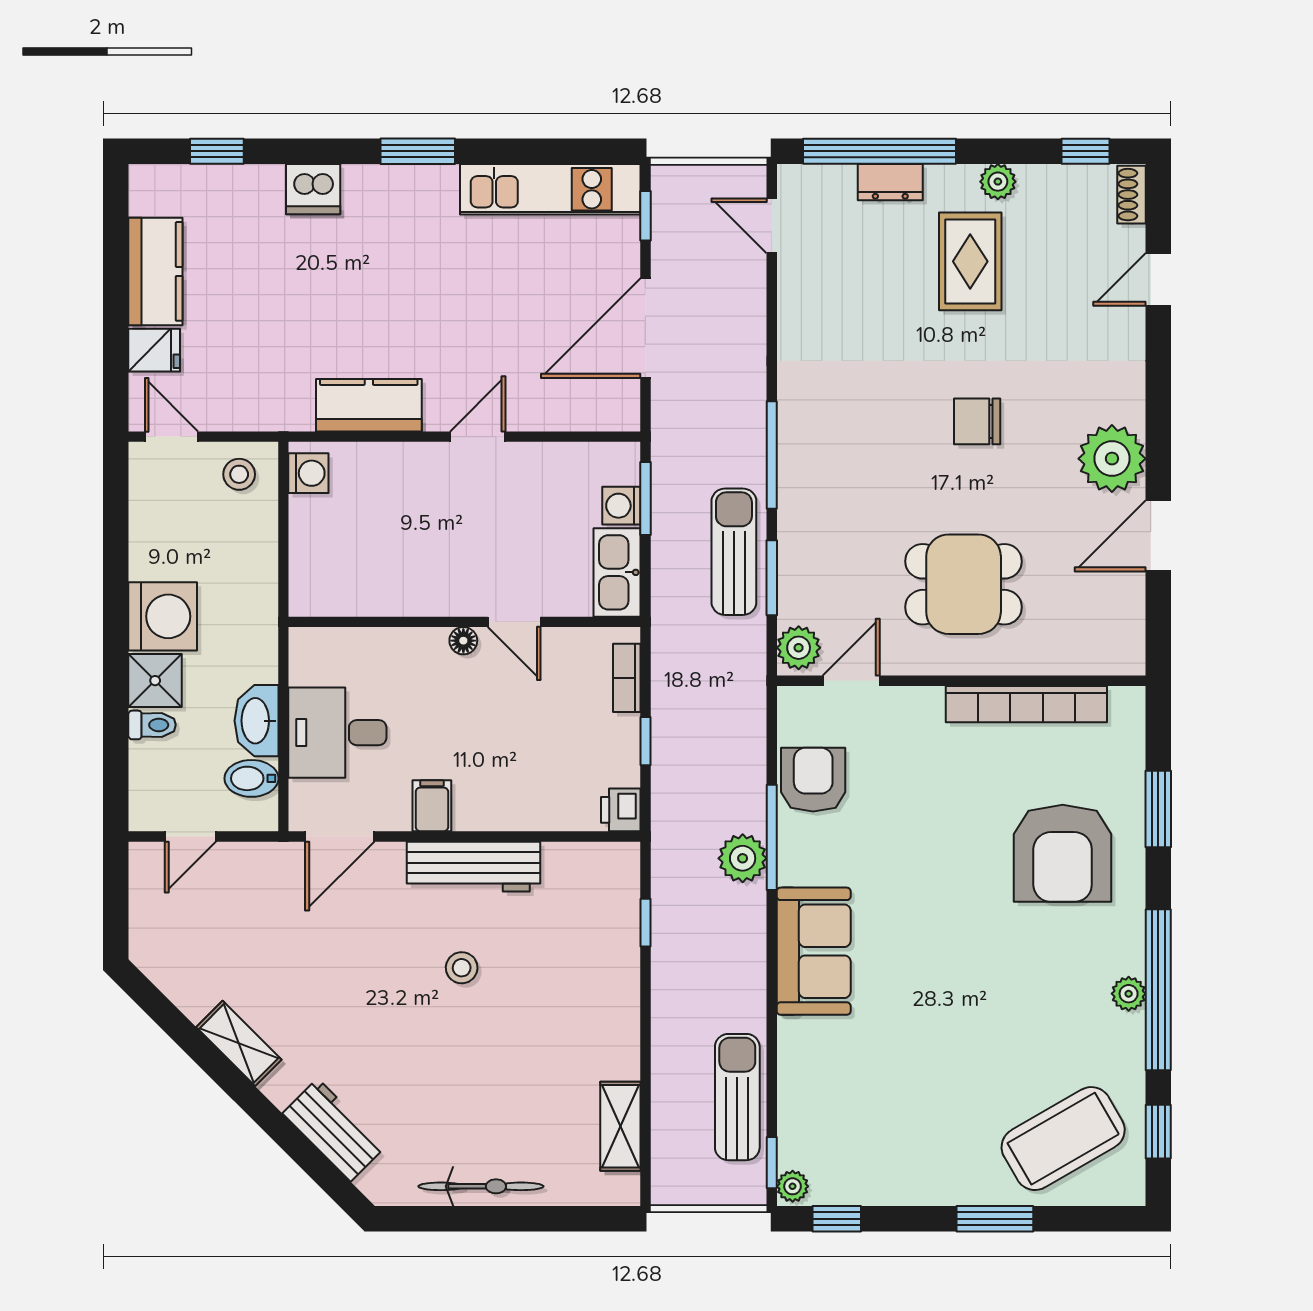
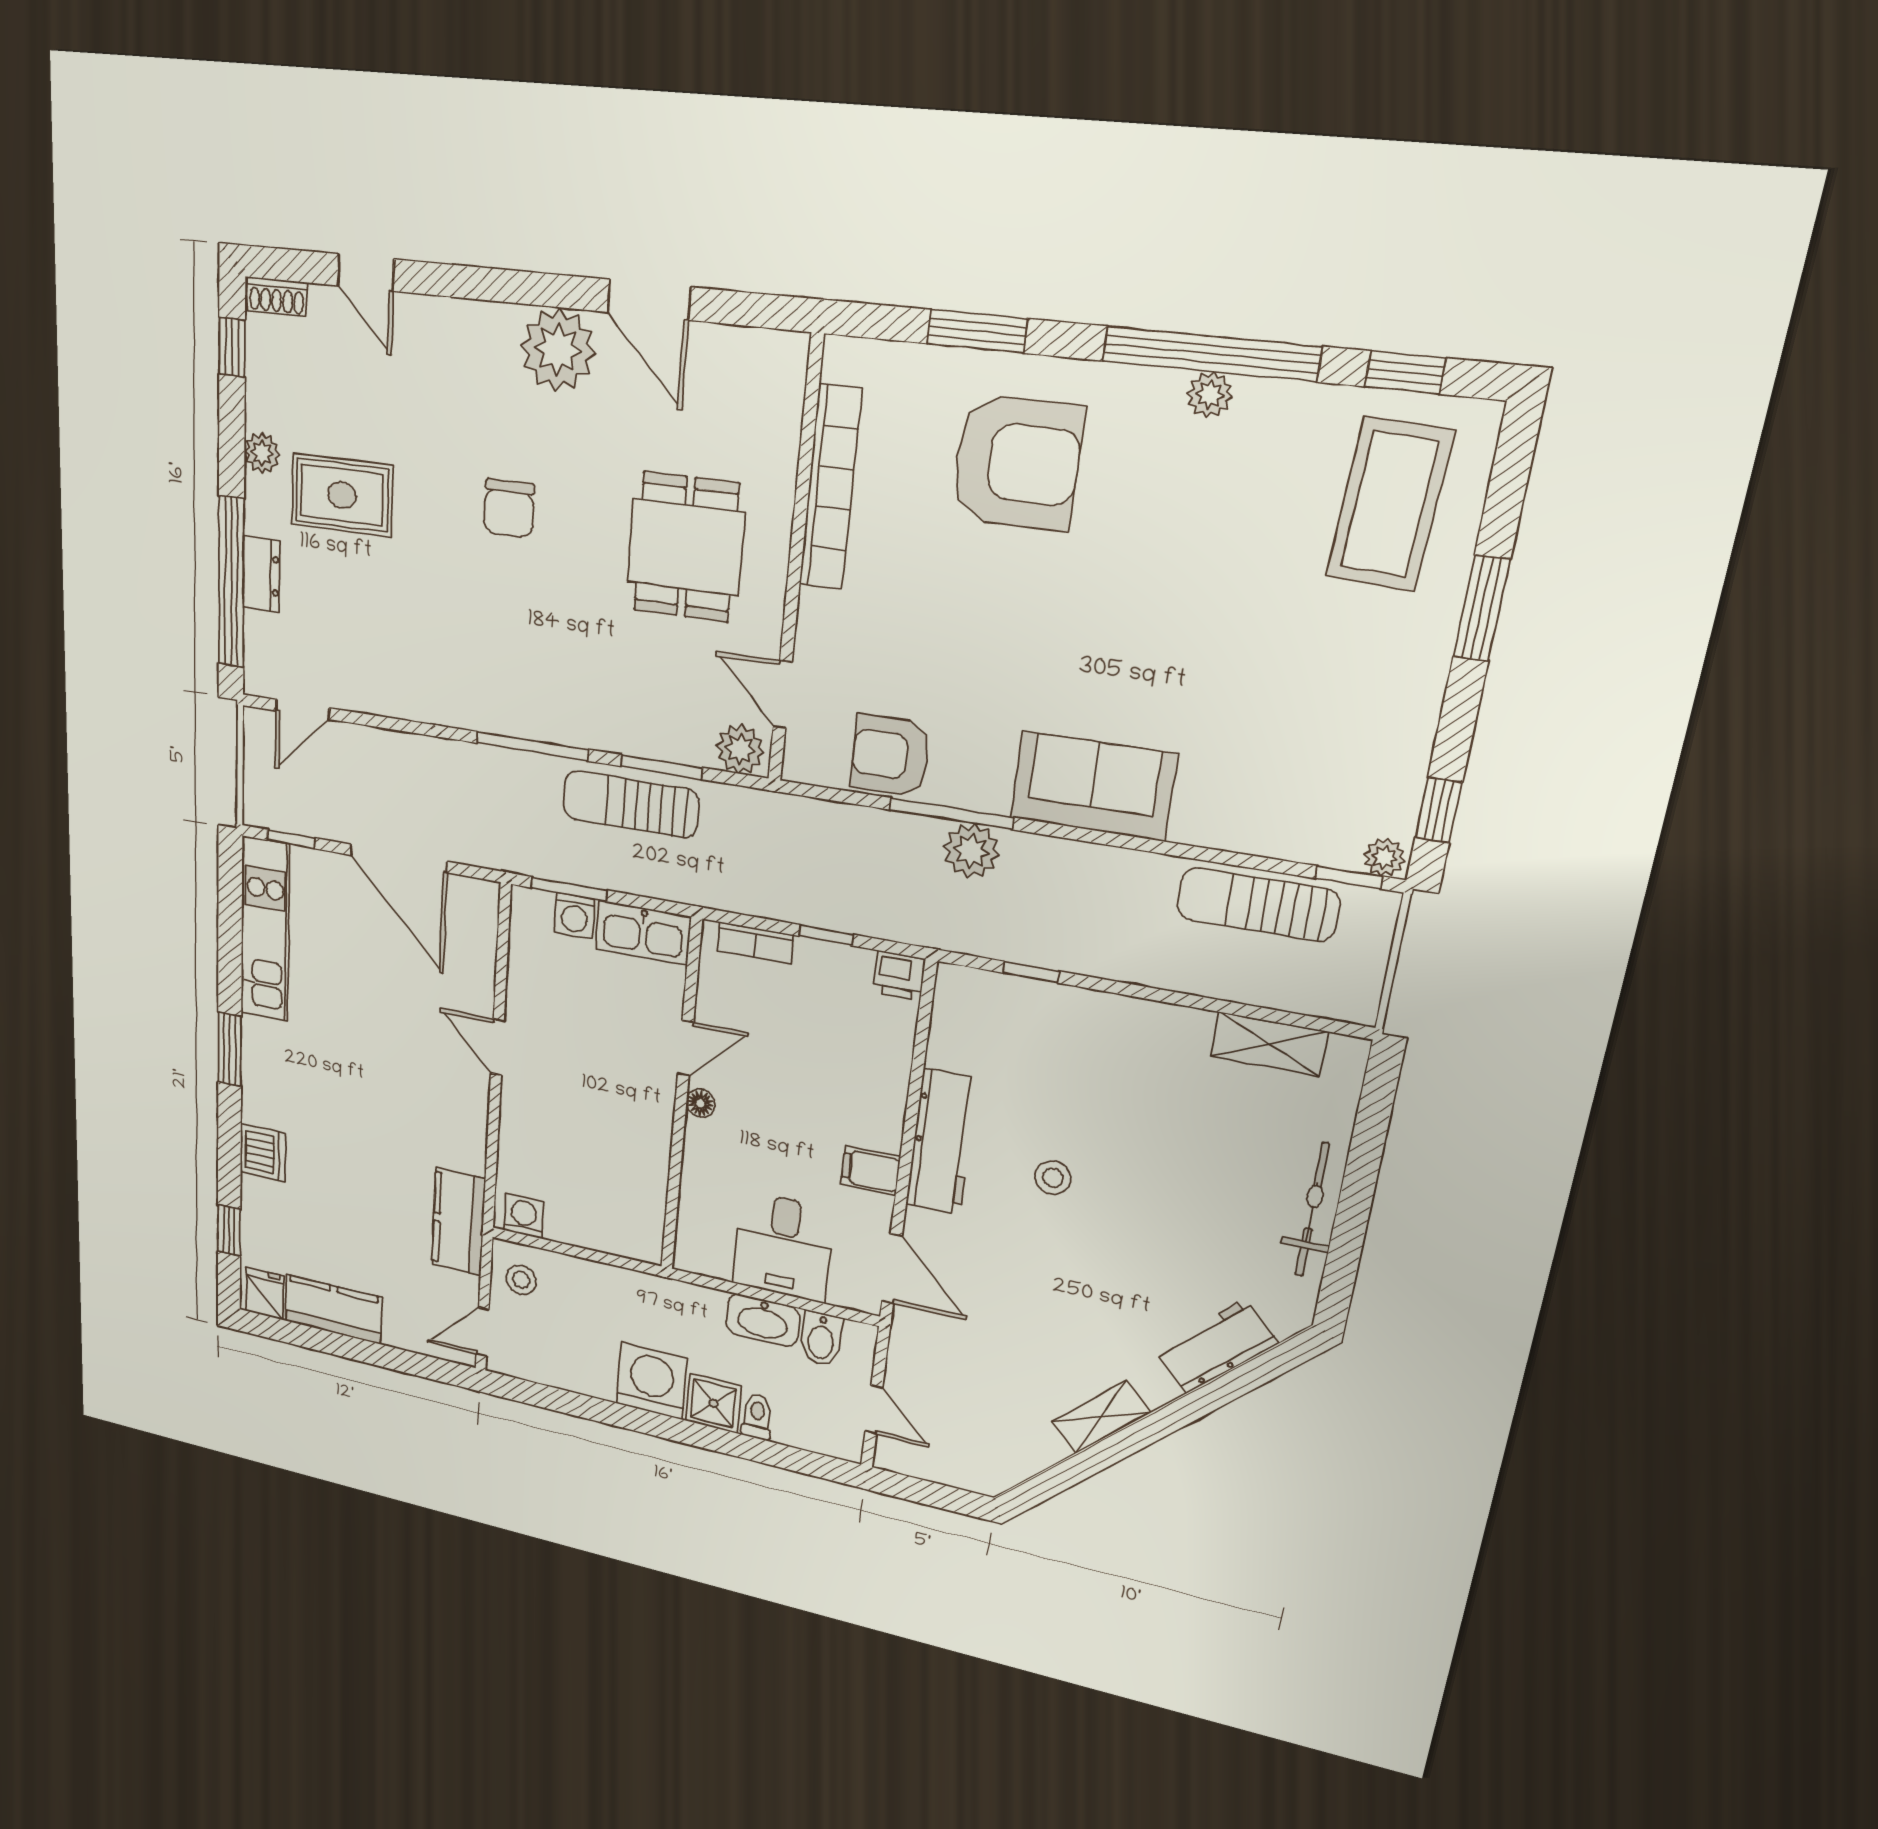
fridge: (154, 350) -> (265, 1293), moved
kitchen counter: (369, 405) -> (458, 1222), moved
coffee table: (1063, 1139) -> (1389, 504), turned 33

